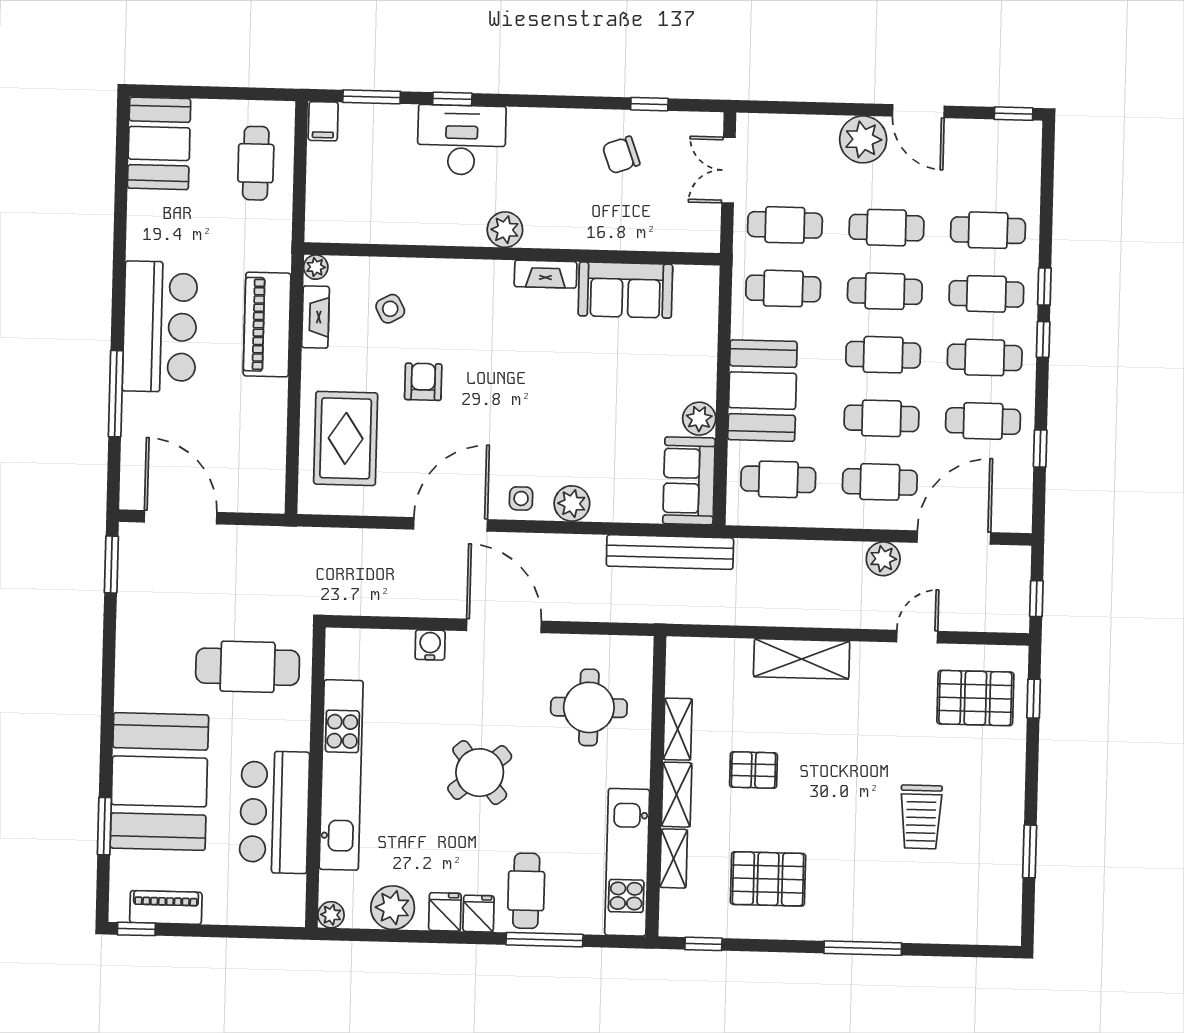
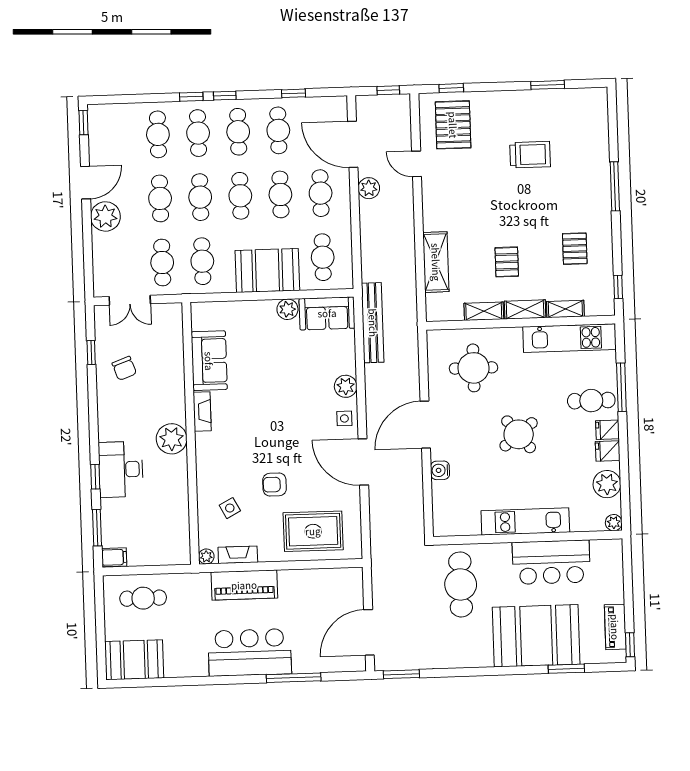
plant: (505, 230) -> (172, 439), width x1.36, depth x1.36
shelving: (802, 659) -> (436, 262), moved
kitchen unit: (341, 775) -> (525, 521), width x0.73
pallet: (768, 879) -> (575, 249), width x0.67, depth x0.71

